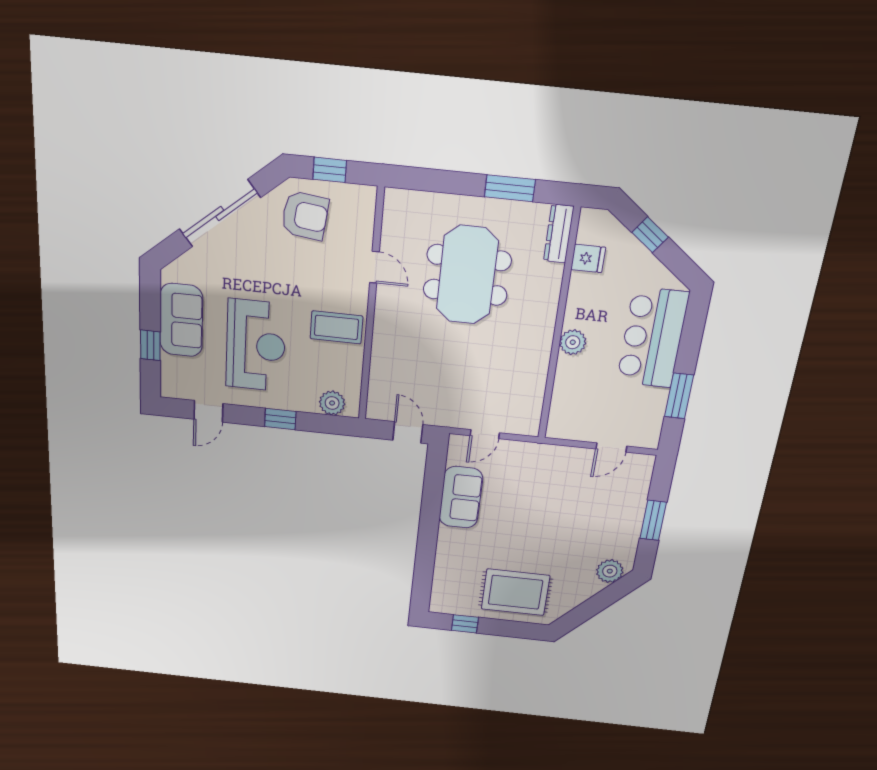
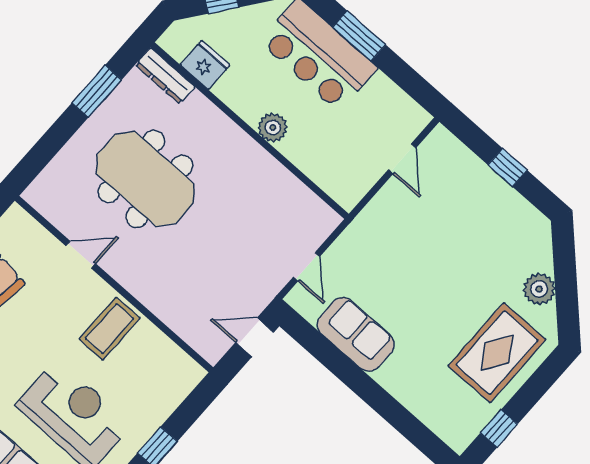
fridge: (588, 258) -> (205, 65), width x1.38
window: (679, 396) -> (359, 36), moved
plant: (332, 403) -> (176, 387), removed
window: (653, 520) -> (508, 167), width x0.67
plant: (610, 571) -> (539, 289), moved

